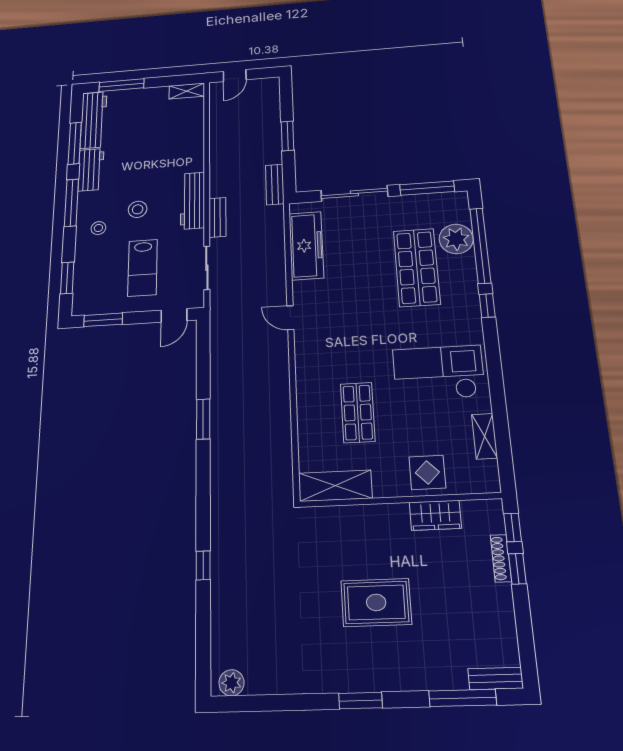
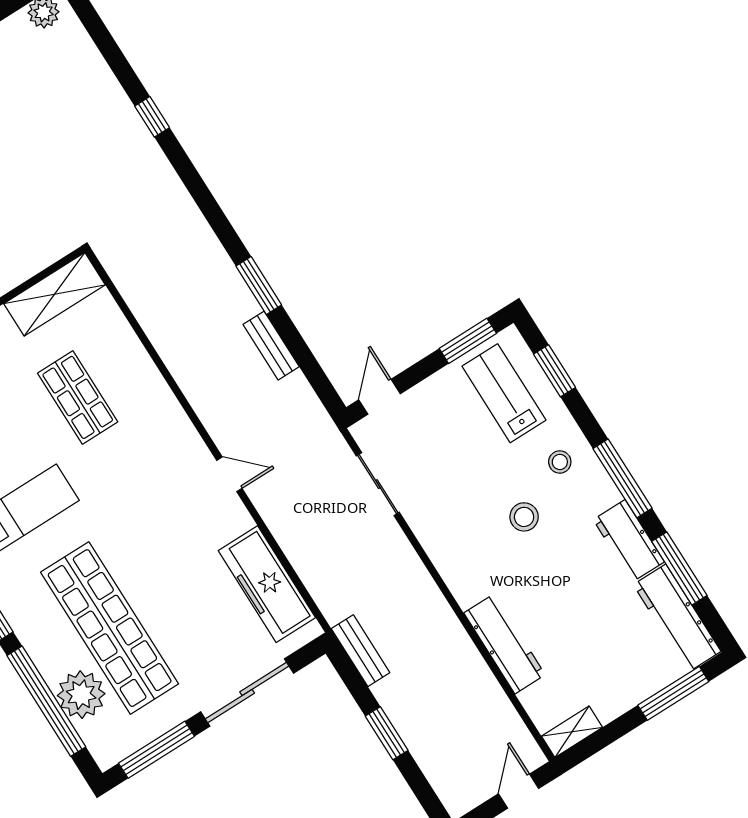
workbench: (193, 201) -> (504, 644), moved
bench: (217, 217) -> (271, 346), moved
shop shelf: (417, 267) -> (110, 628), width x1.40
lab bench: (143, 268) -> (504, 393), moved

